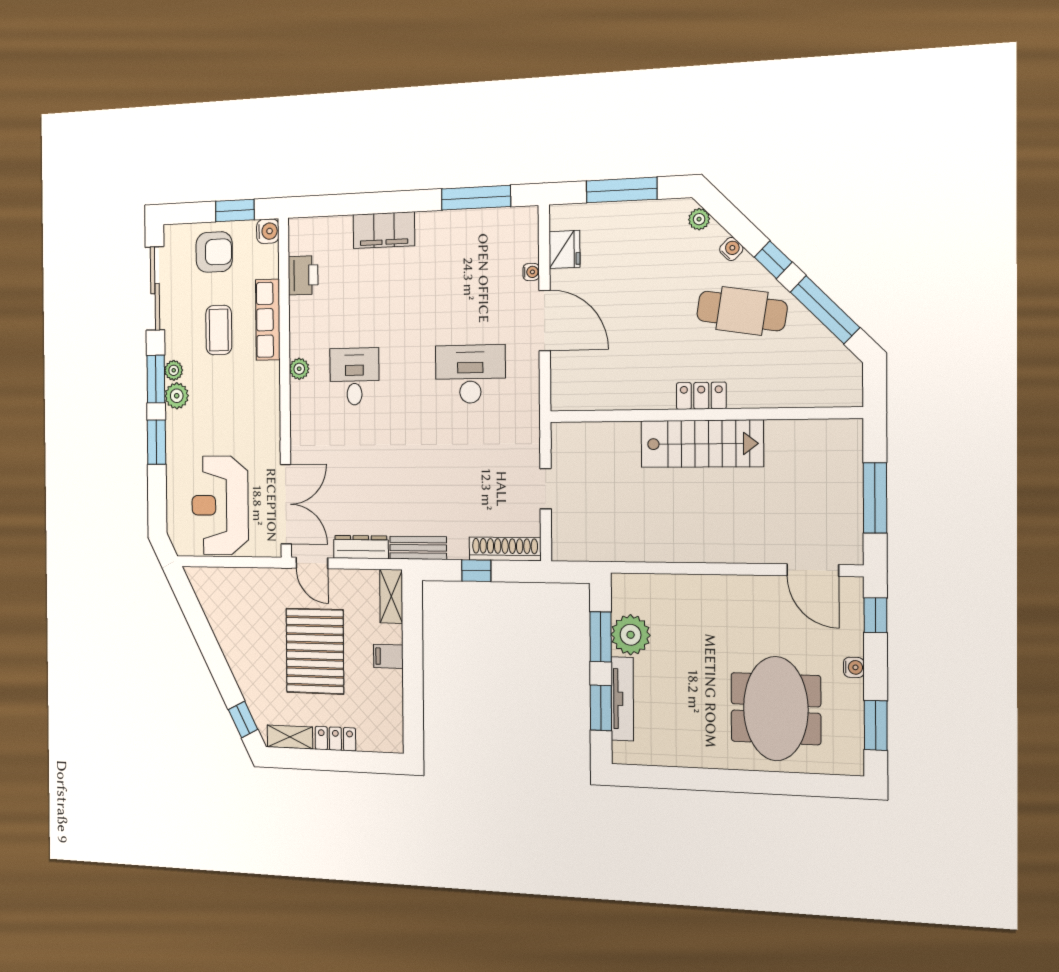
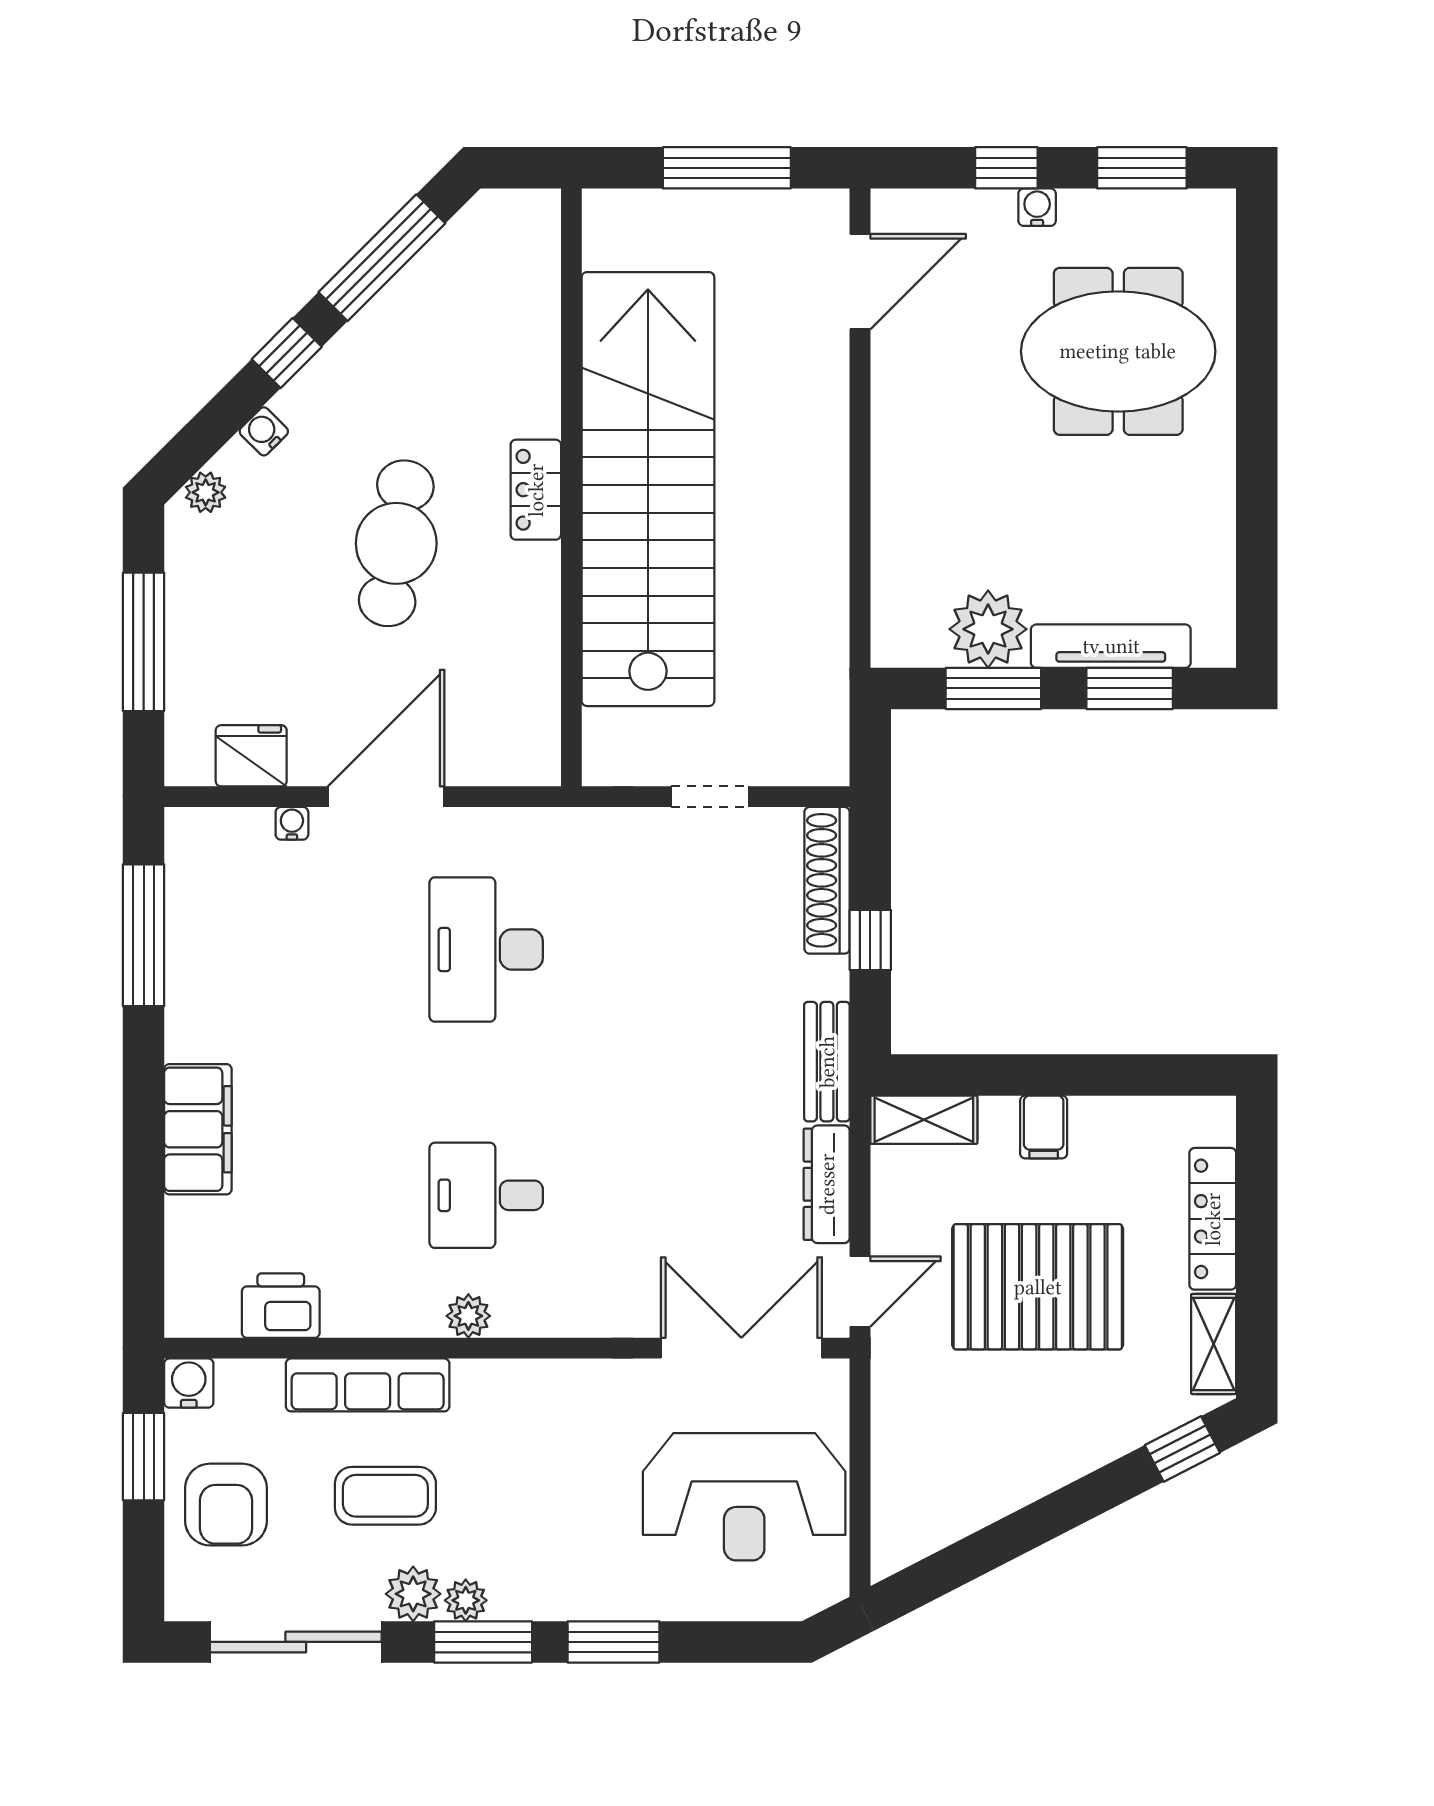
armchair: (214, 252) -> (226, 1505), turned 180
cafe table: (742, 311) -> (396, 543), moved
plant: (177, 396) -> (413, 1594), moved
stairs: (702, 444) -> (648, 489), width x1.86, depth x1.51
window: (875, 615) -> (1006, 168), moved
locker: (335, 739) -> (1213, 1219), width x1.53

